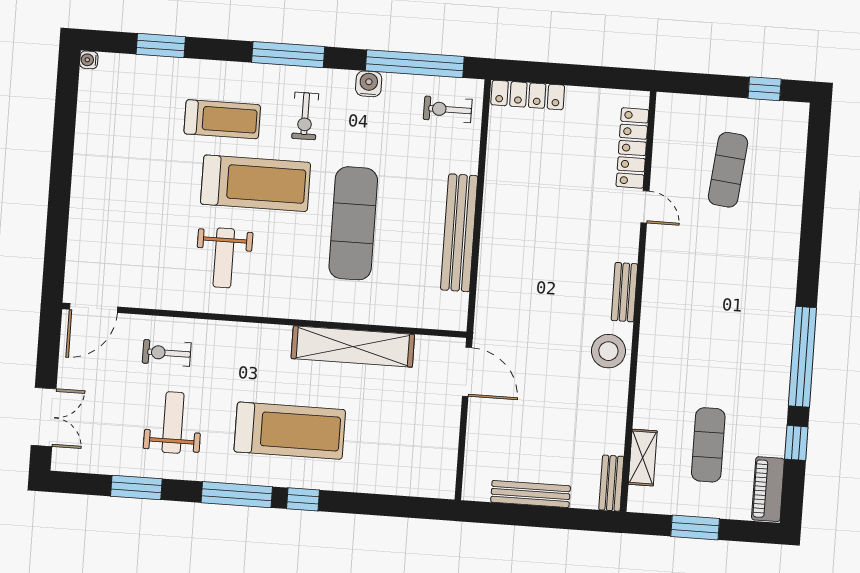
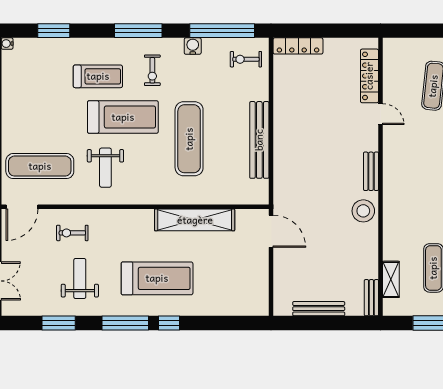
exercise mat: (125, 248) -> (40, 166), added

